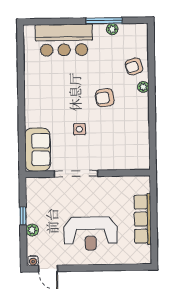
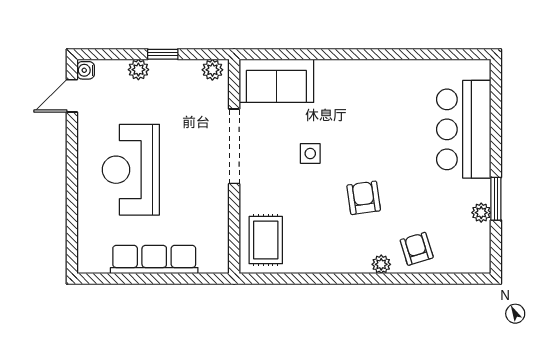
window: (104, 21) -> (496, 199), width x0.69
rug: (130, 154) -> (266, 240), added
plant: (32, 187) -> (212, 70), added

